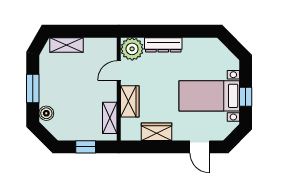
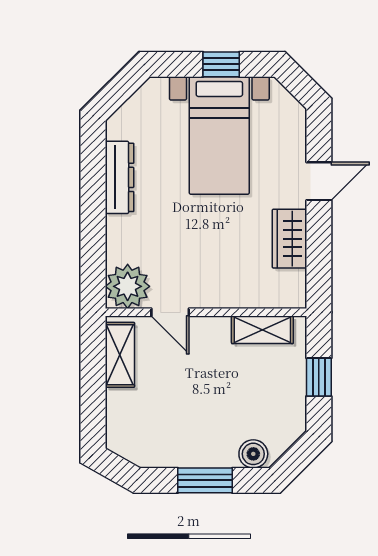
shelving: (66, 45) -> (120, 355), moved
dresser: (163, 45) -> (119, 177), moved
wardrobe: (130, 101) -> (230, 291), removed
door: (200, 147) -> (319, 181), moved

